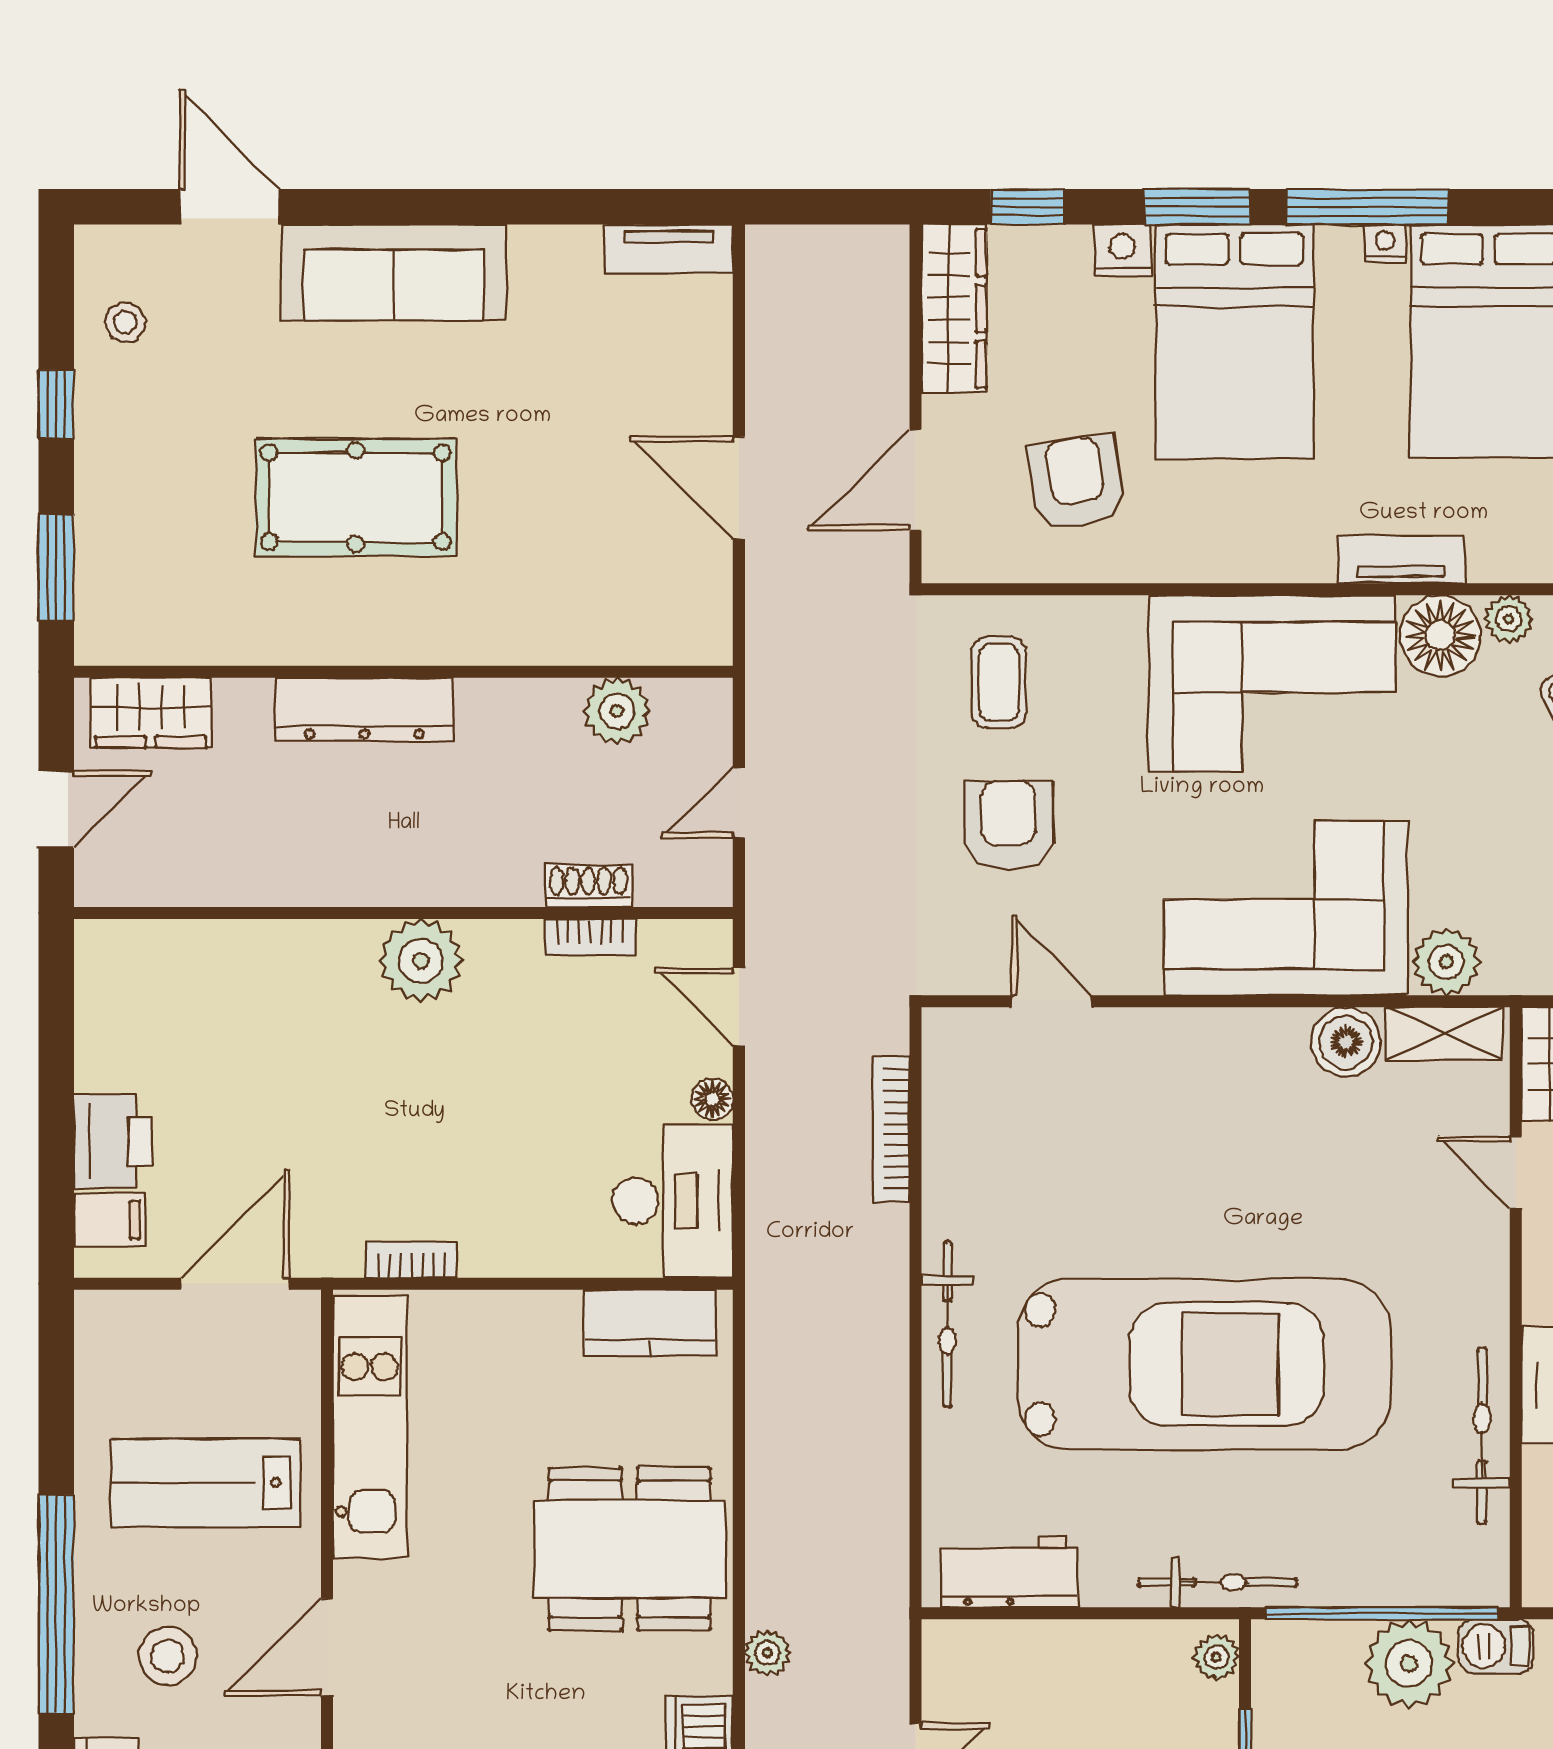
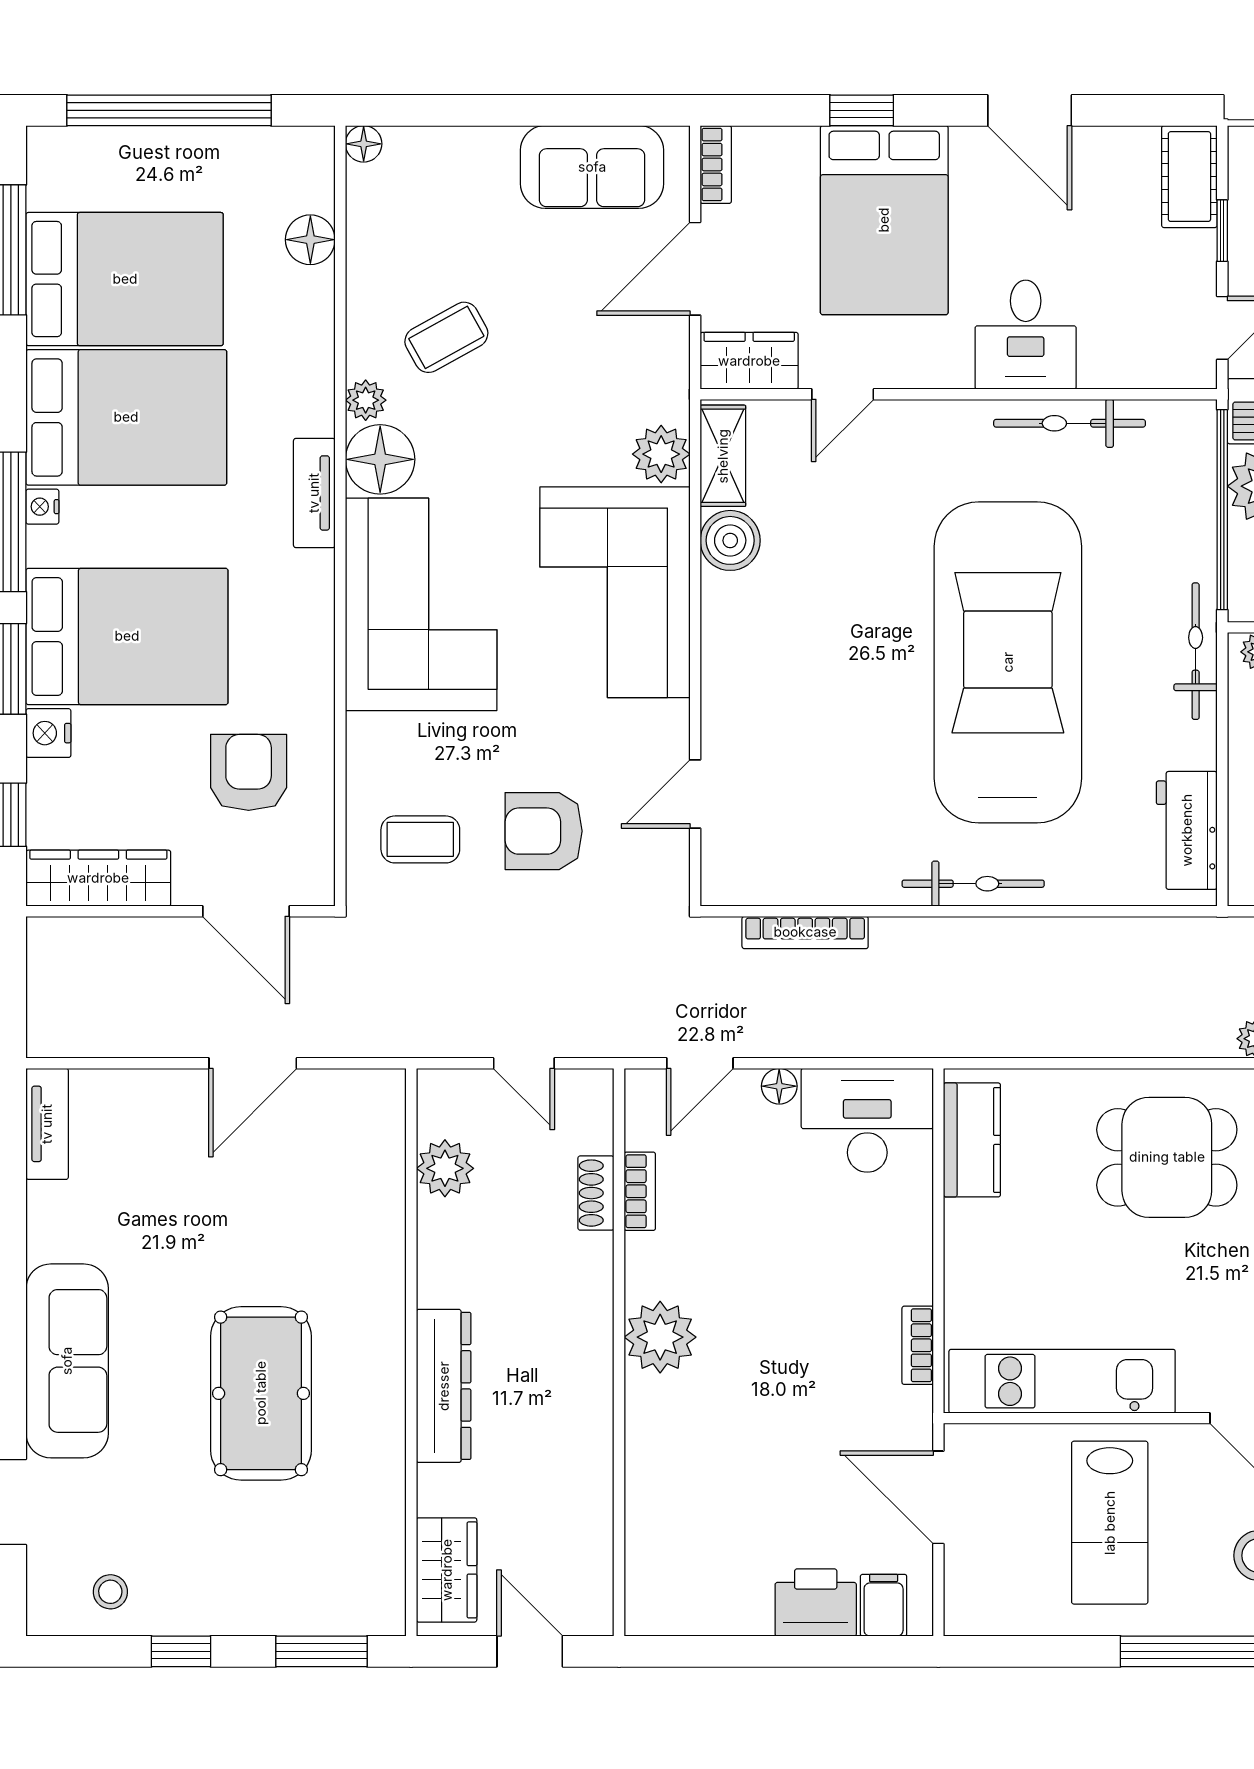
armchair: (1077, 483) -> (249, 772), turned 99
dining table: (630, 1549) -> (1167, 1157), width x0.73

